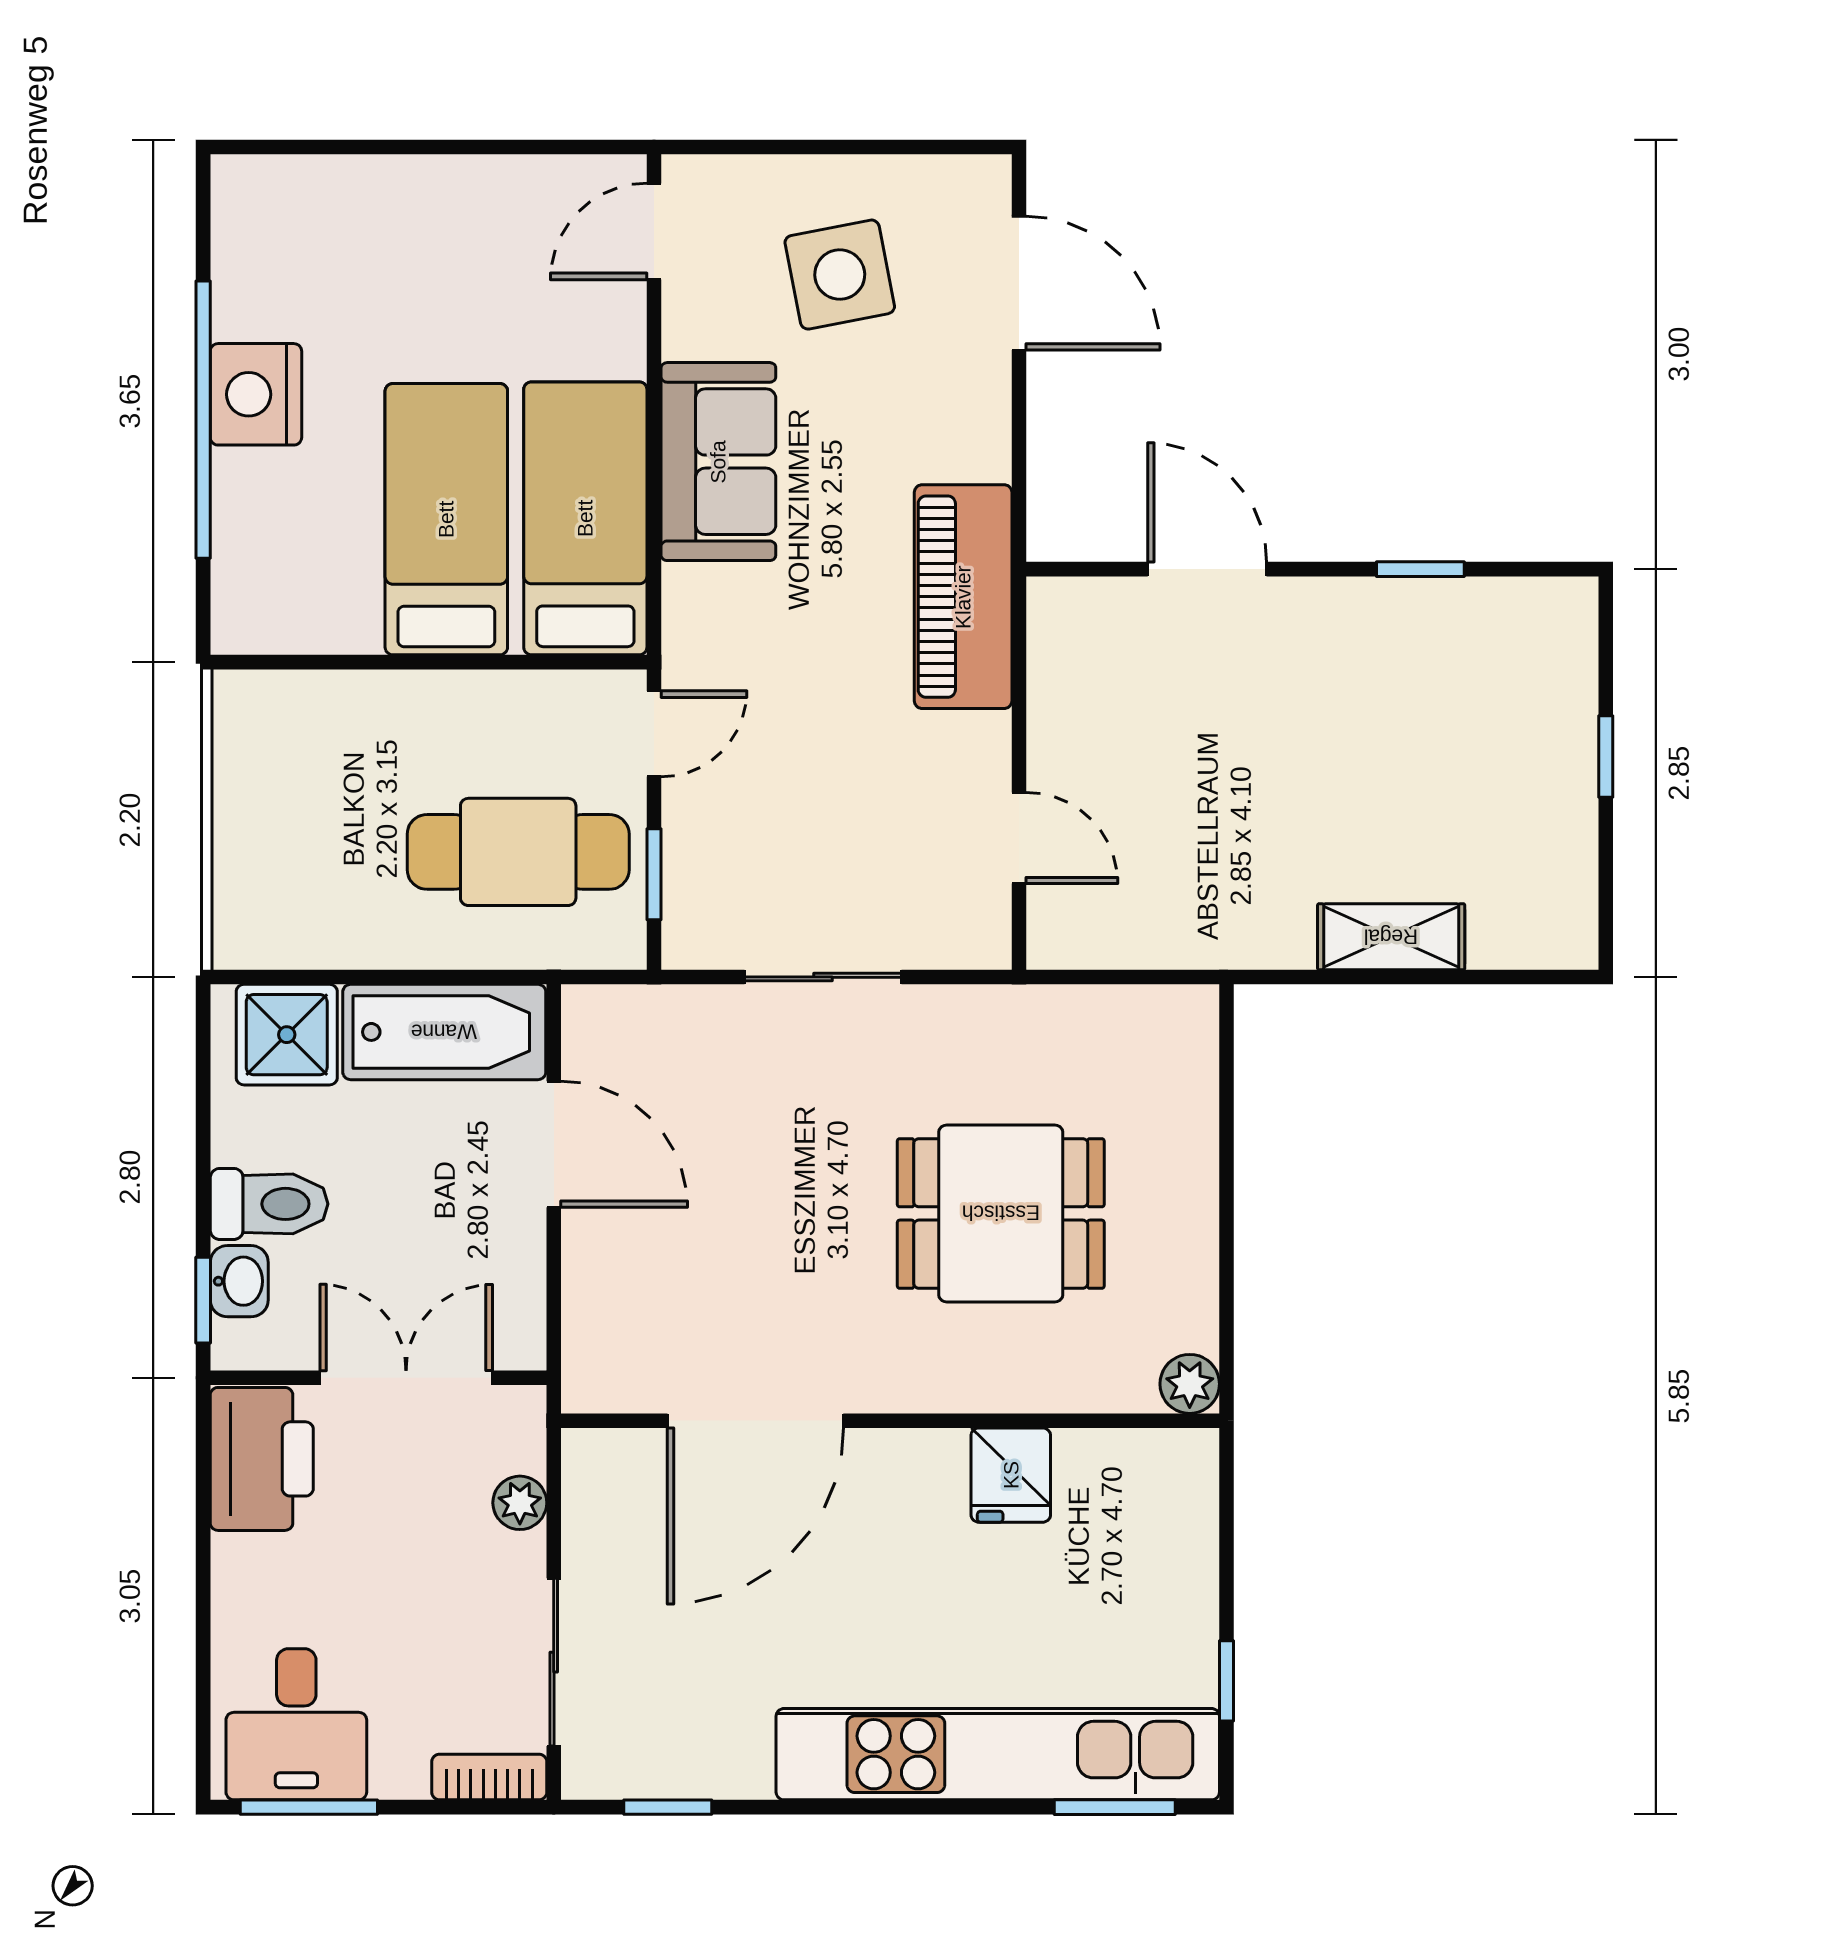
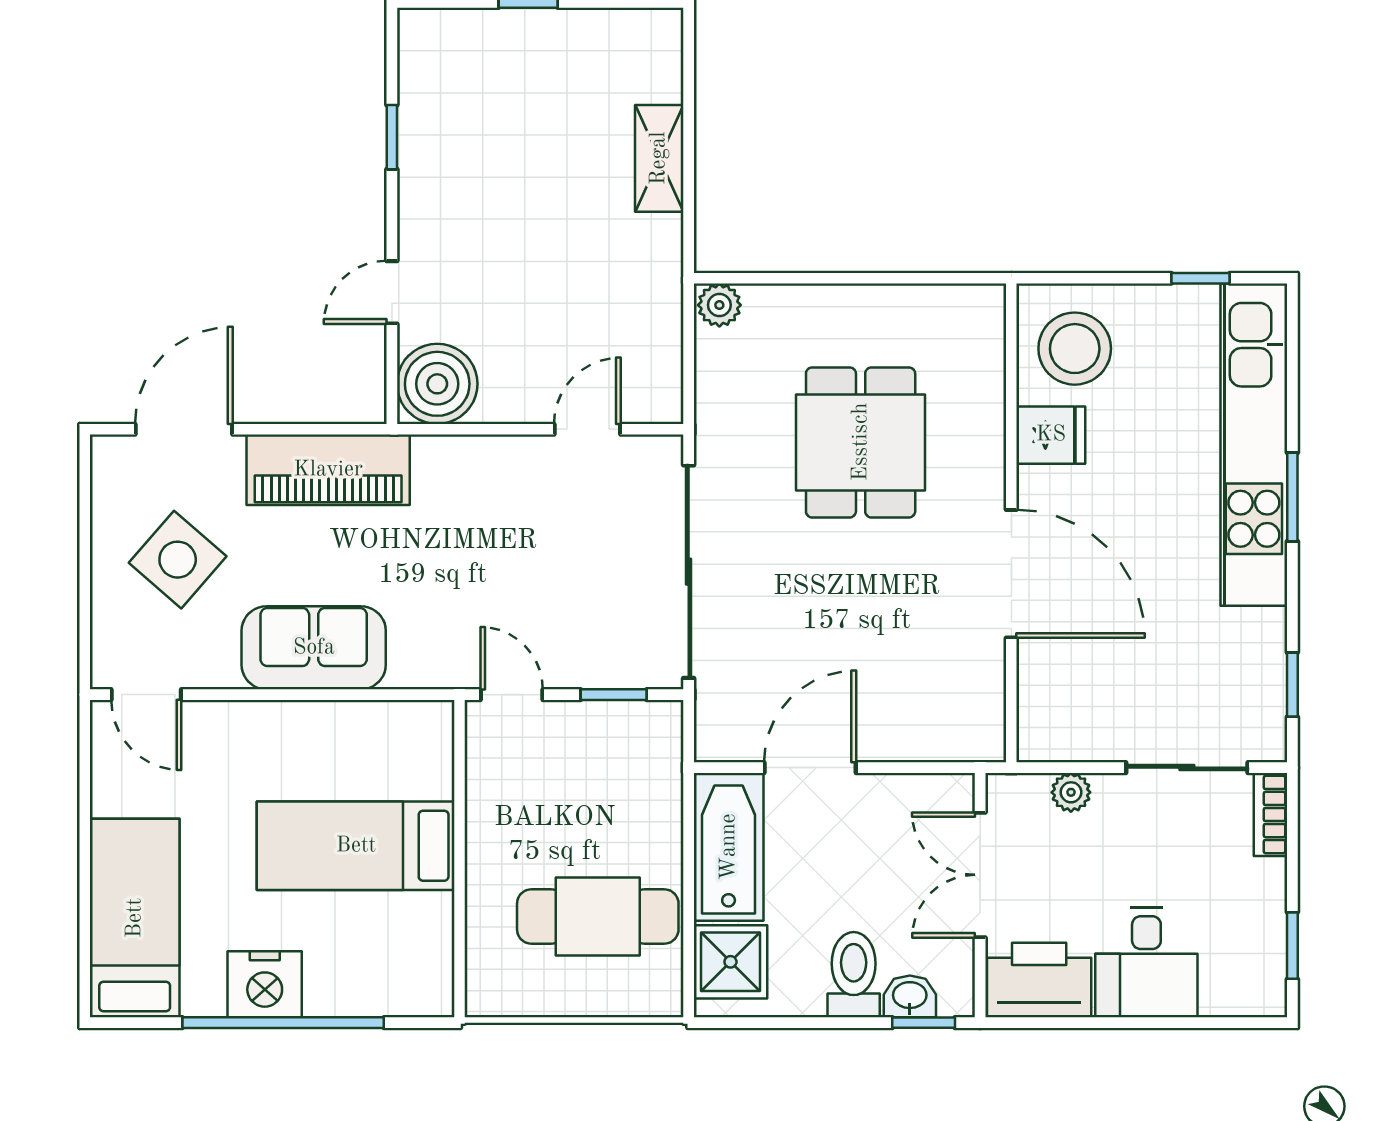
side table: (840, 275) -> (178, 560), turned -38
bed: (585, 518) -> (135, 918), moved, turned 90
door: (1207, 569) -> (392, 292), width x0.73
piano: (963, 597) -> (328, 470), moved
boiler: (1081, 631) -> (437, 384), added
cafe table: (518, 852) -> (598, 917), moved, turned 90
sliding door: (823, 977) -> (689, 572), width x1.86
plant: (1190, 1384) -> (719, 305), moved
door: (755, 1421) -> (1011, 574), moved
stool: (1130, 1508) -> (1075, 349), added
desk: (296, 1724) -> (1146, 962), moved, turned 90
window: (309, 1807) -> (1292, 946), width x0.67
window: (1115, 1807) -> (1292, 497), moved

